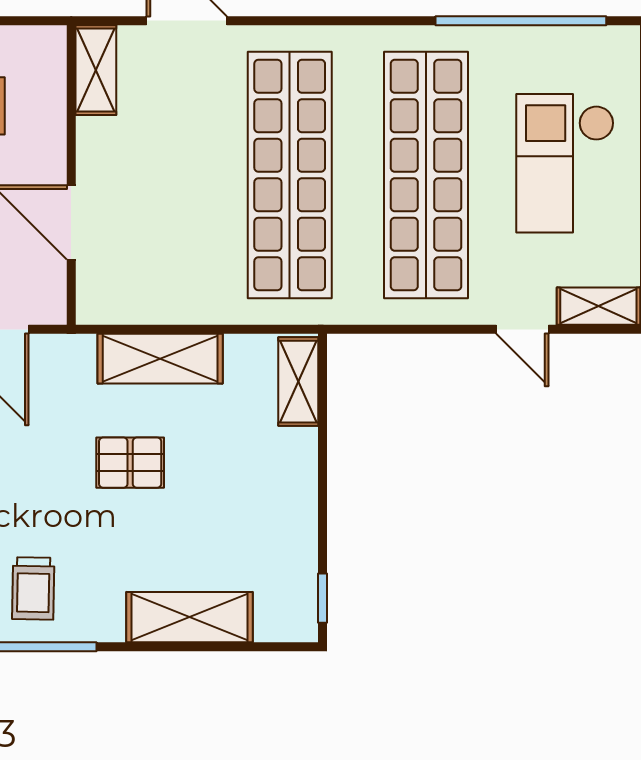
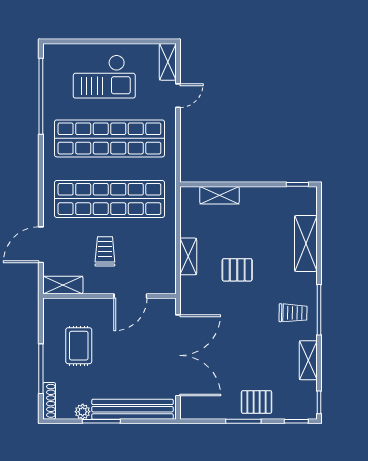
trolley: (172, 165) -> (105, 251), added
shelving: (160, 359) -> (188, 256), width x0.67, depth x0.75
shelving: (298, 382) -> (219, 195), moved
pallet: (130, 463) -> (237, 270), turned 90

